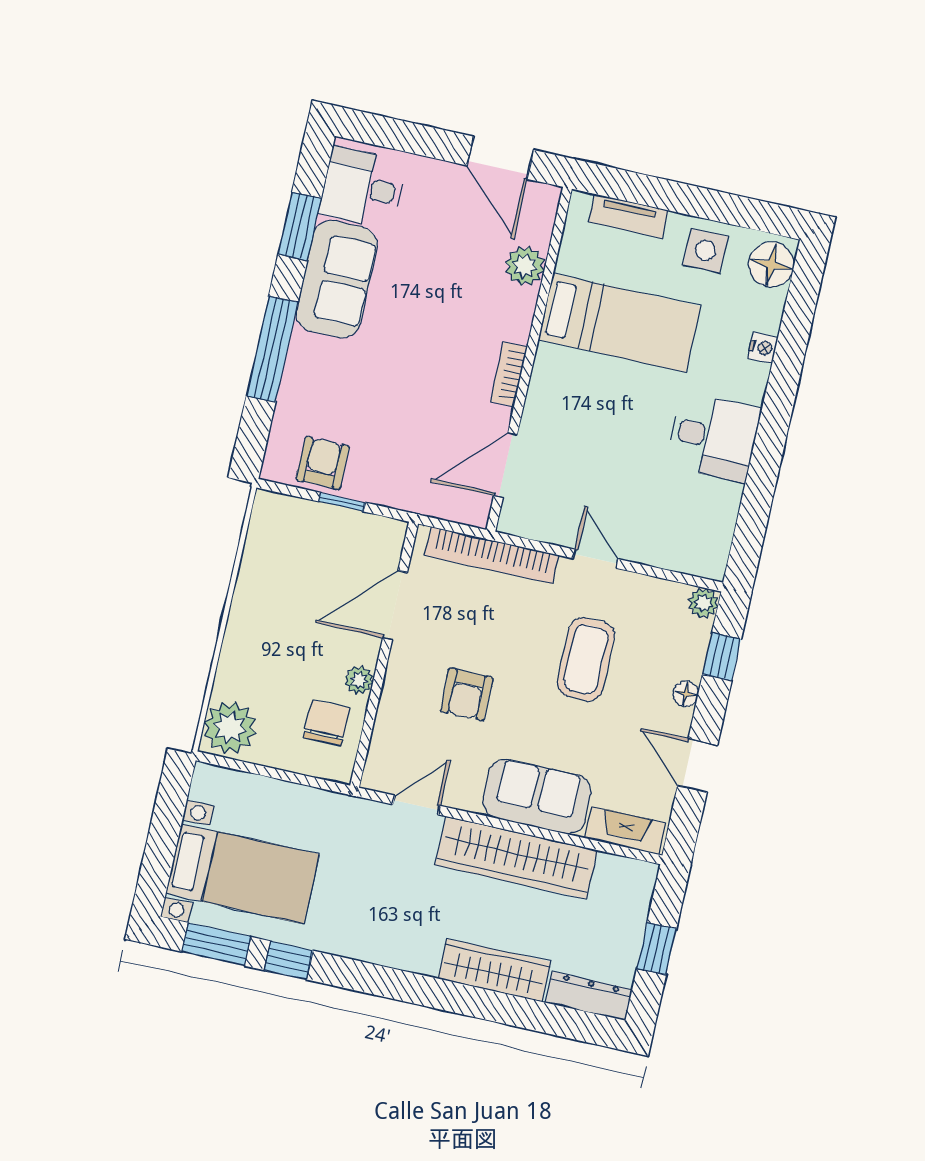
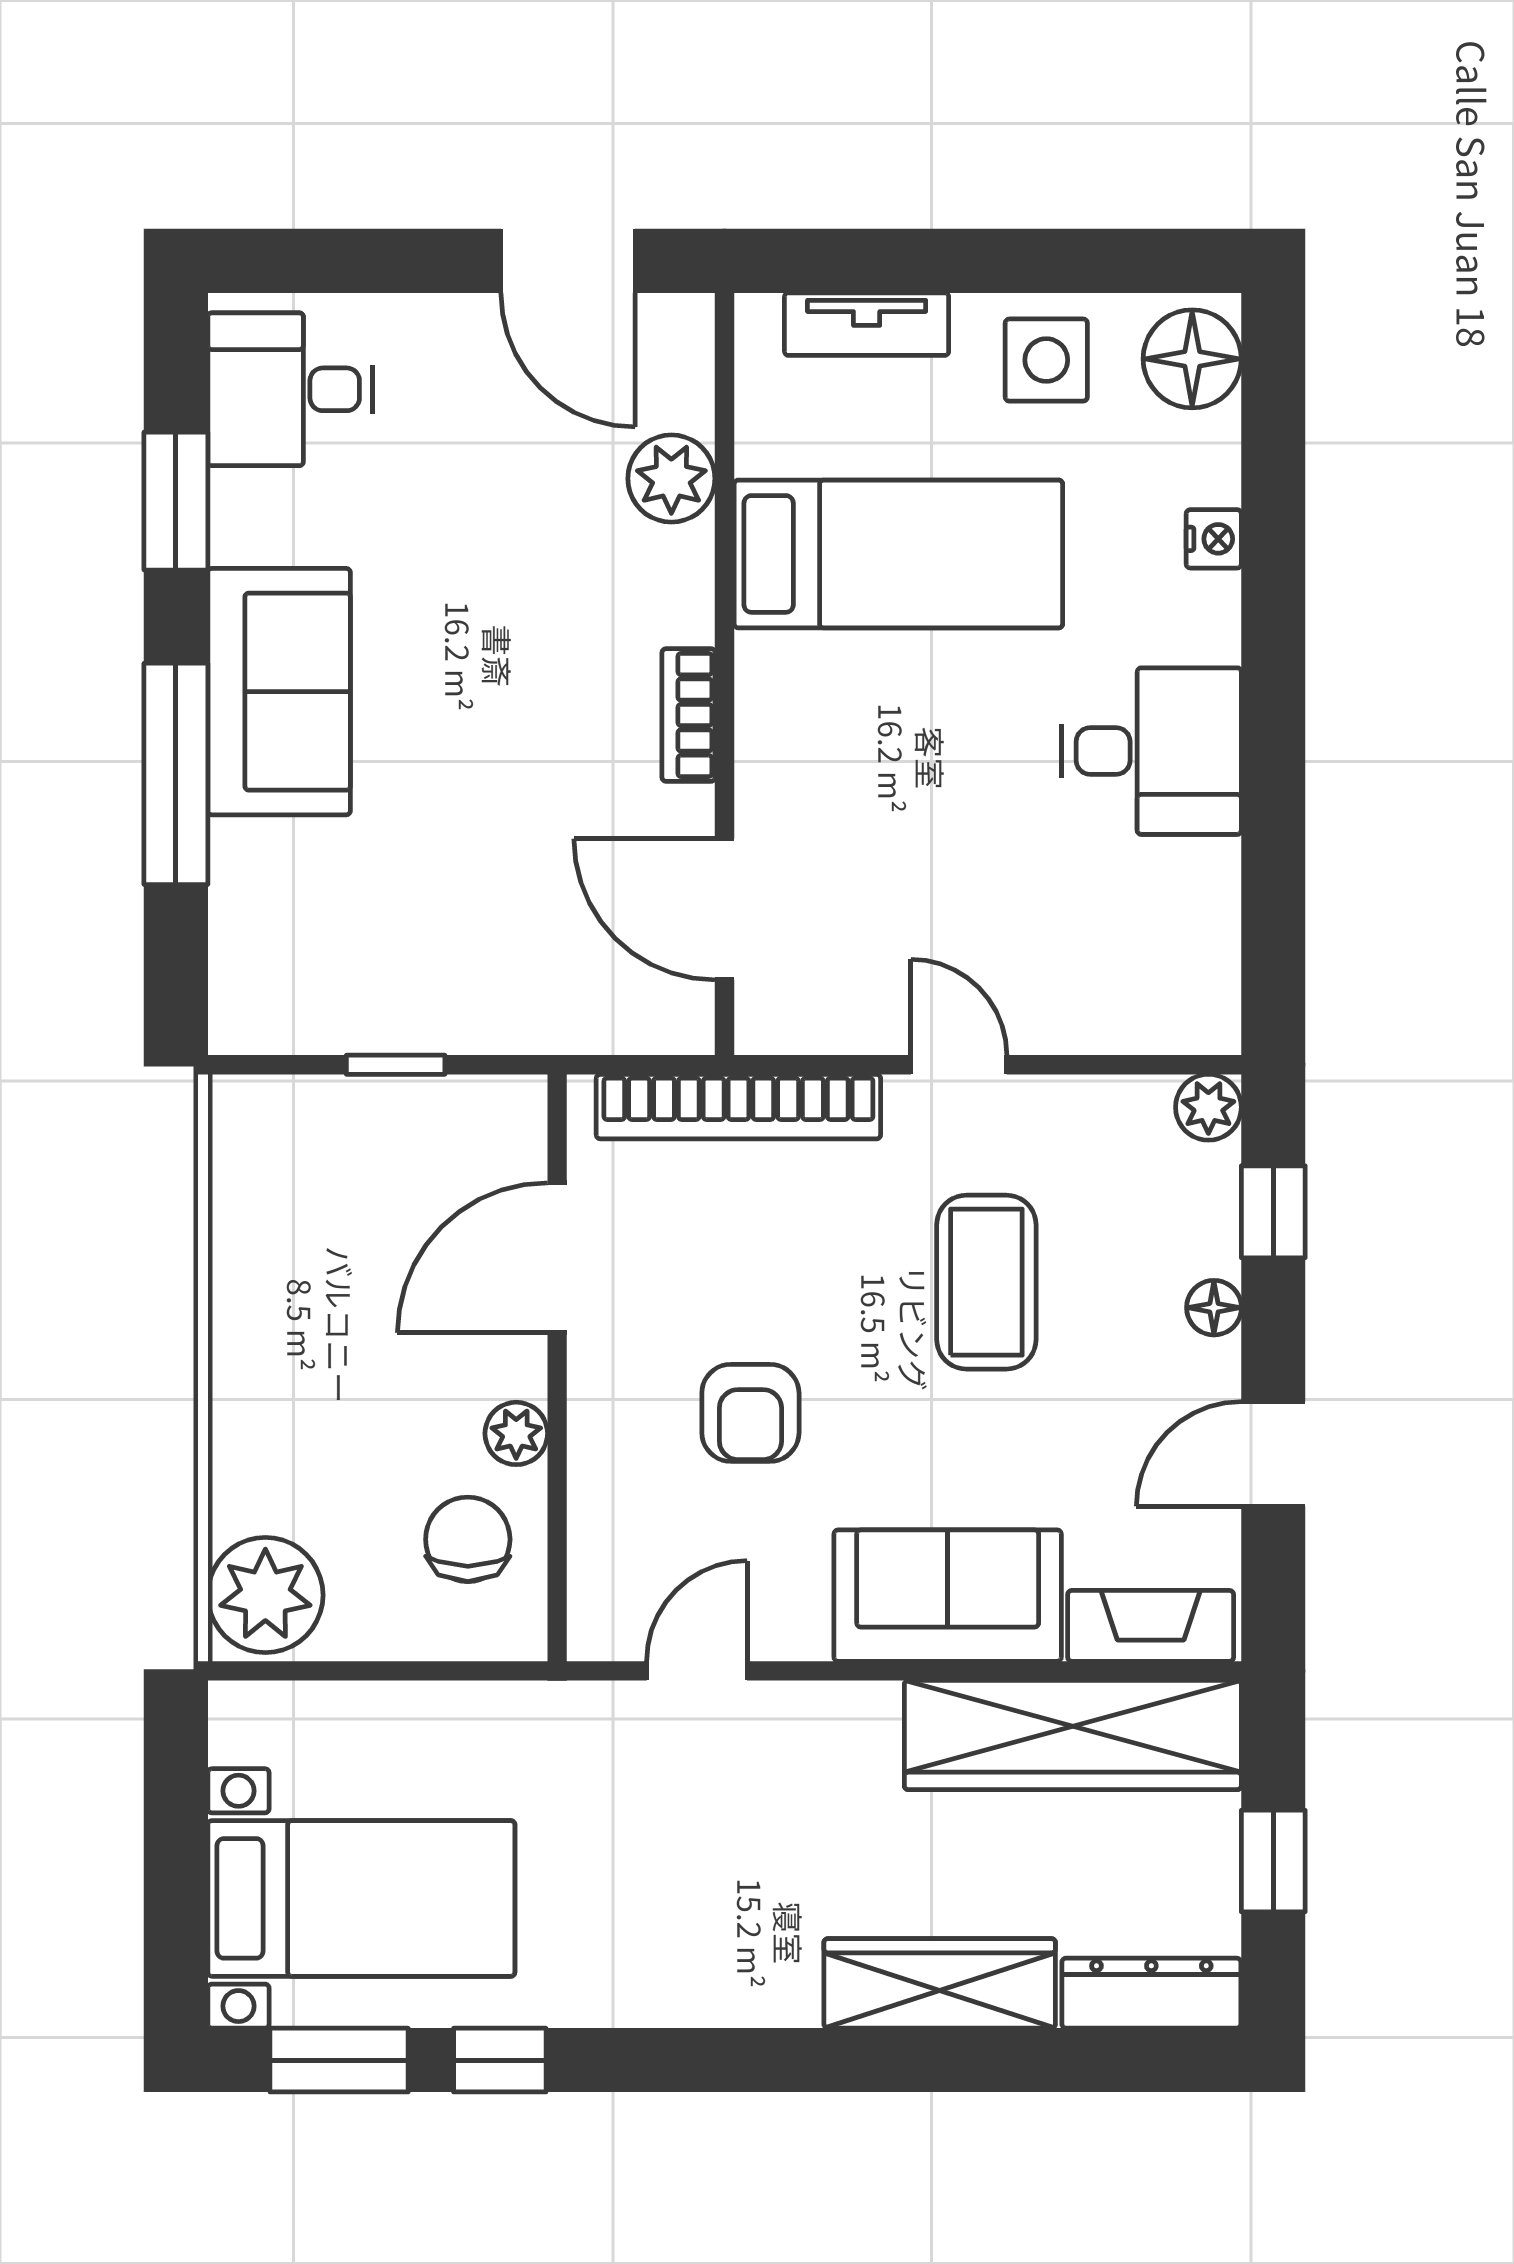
sofa: (337, 279) -> (279, 692), moved
armchair: (323, 463) -> (336, 991), removed
door: (506, 465) -> (725, 909), hinge flipped
door: (698, 766) -> (1273, 1454), hinge flipped
wardrobe: (516, 858) -> (1073, 1735), moved

